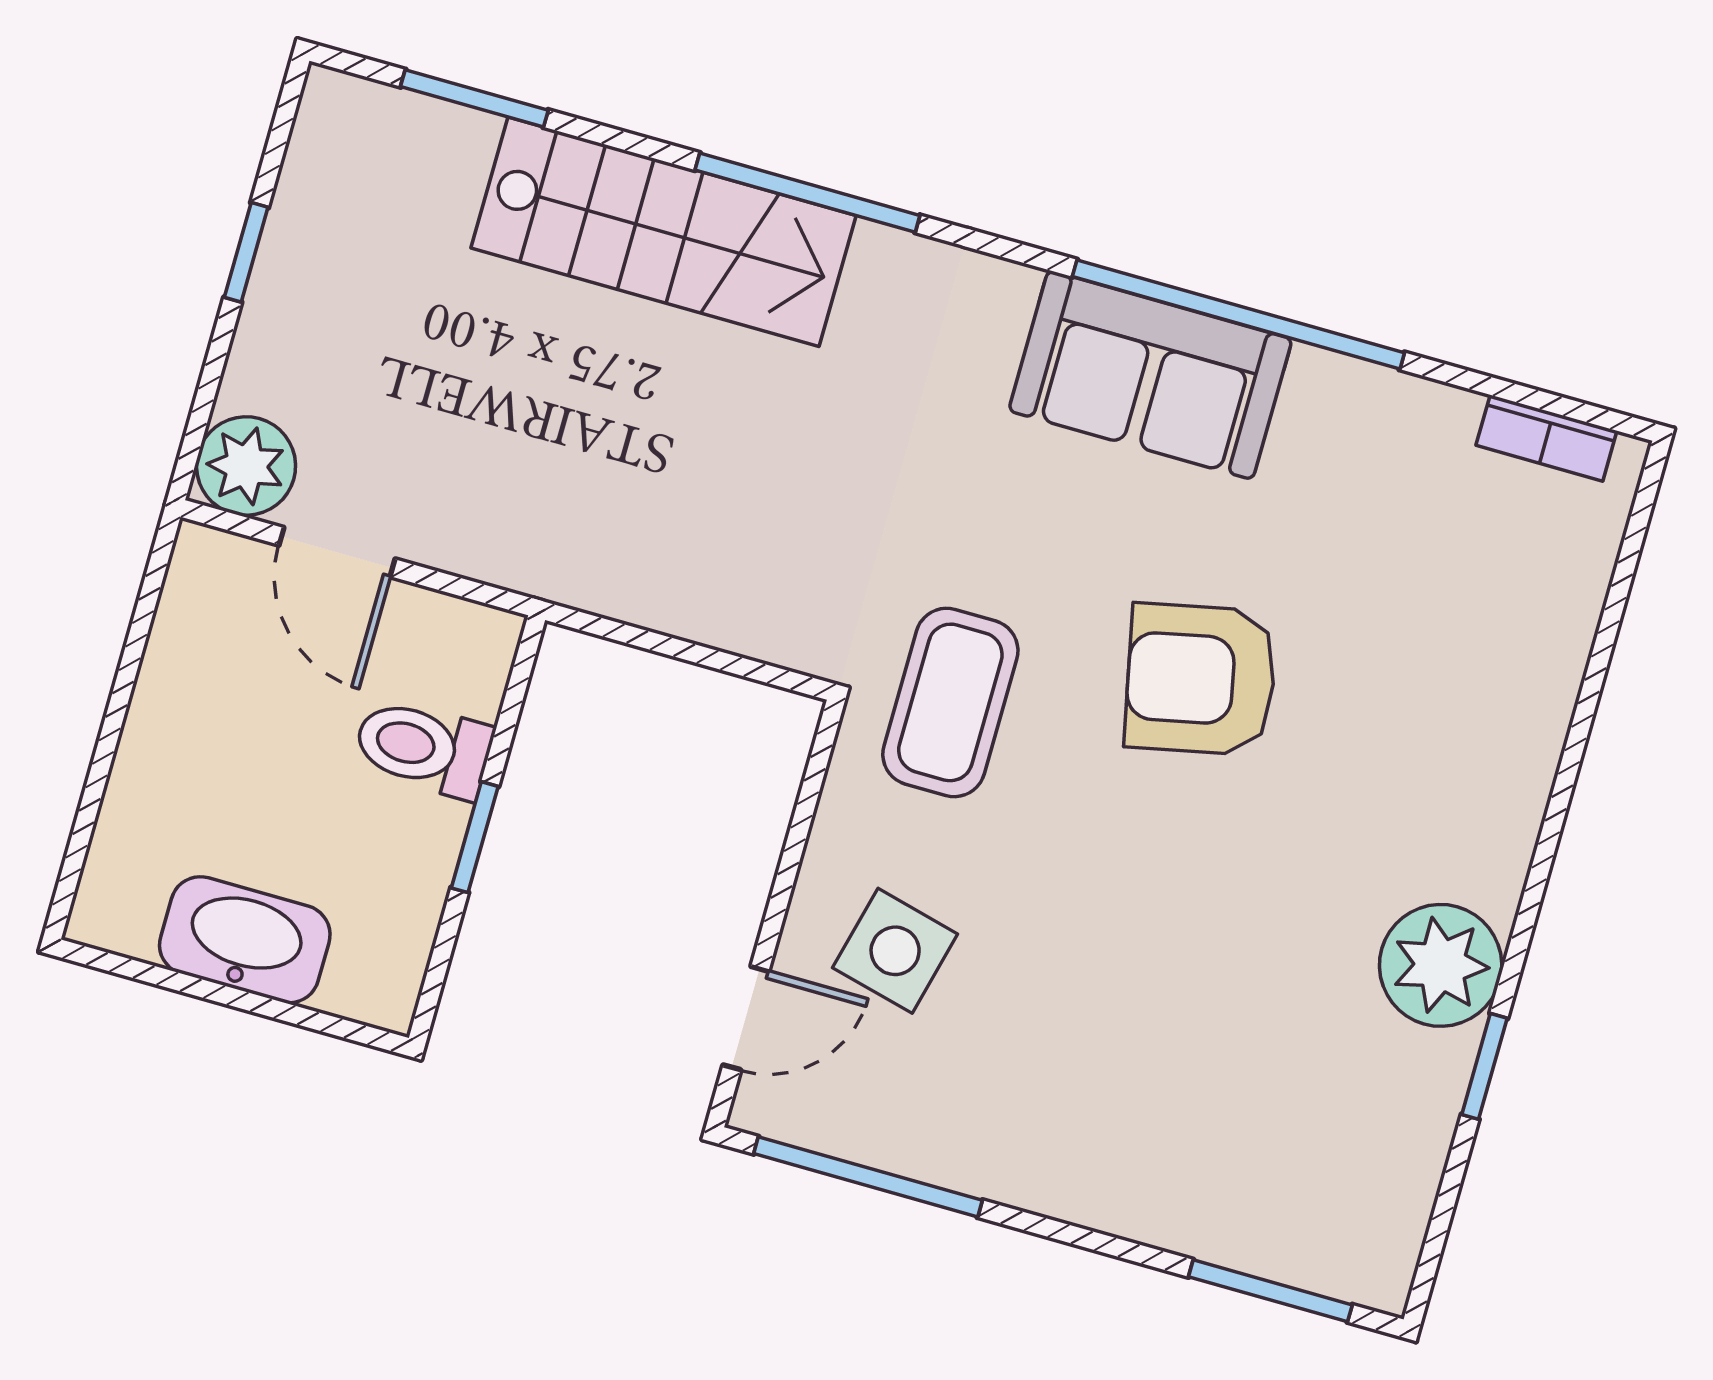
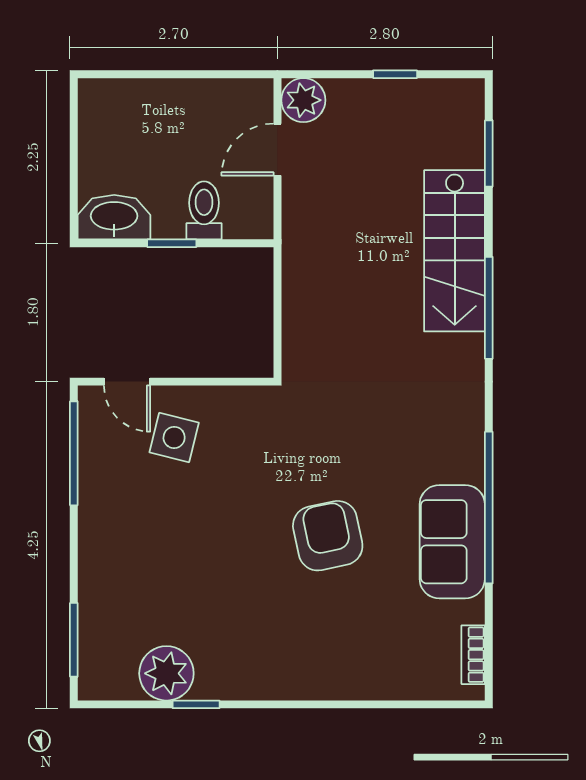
sofa: (1150, 375) -> (452, 542), moved
coffee table: (950, 702) -> (287, 431), removed
washbasin: (245, 940) -> (114, 217), moved, turned -90
plant: (1441, 965) -> (166, 673), moved

